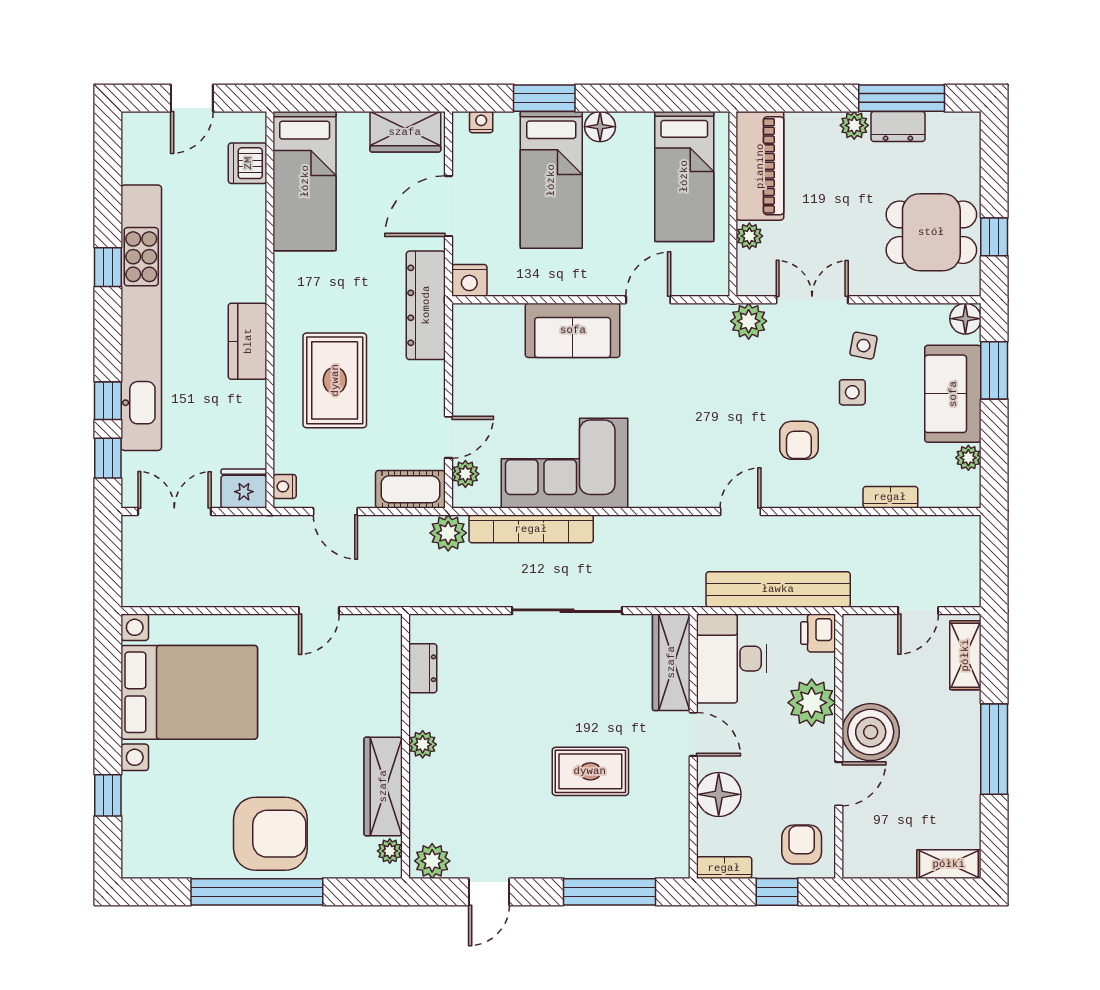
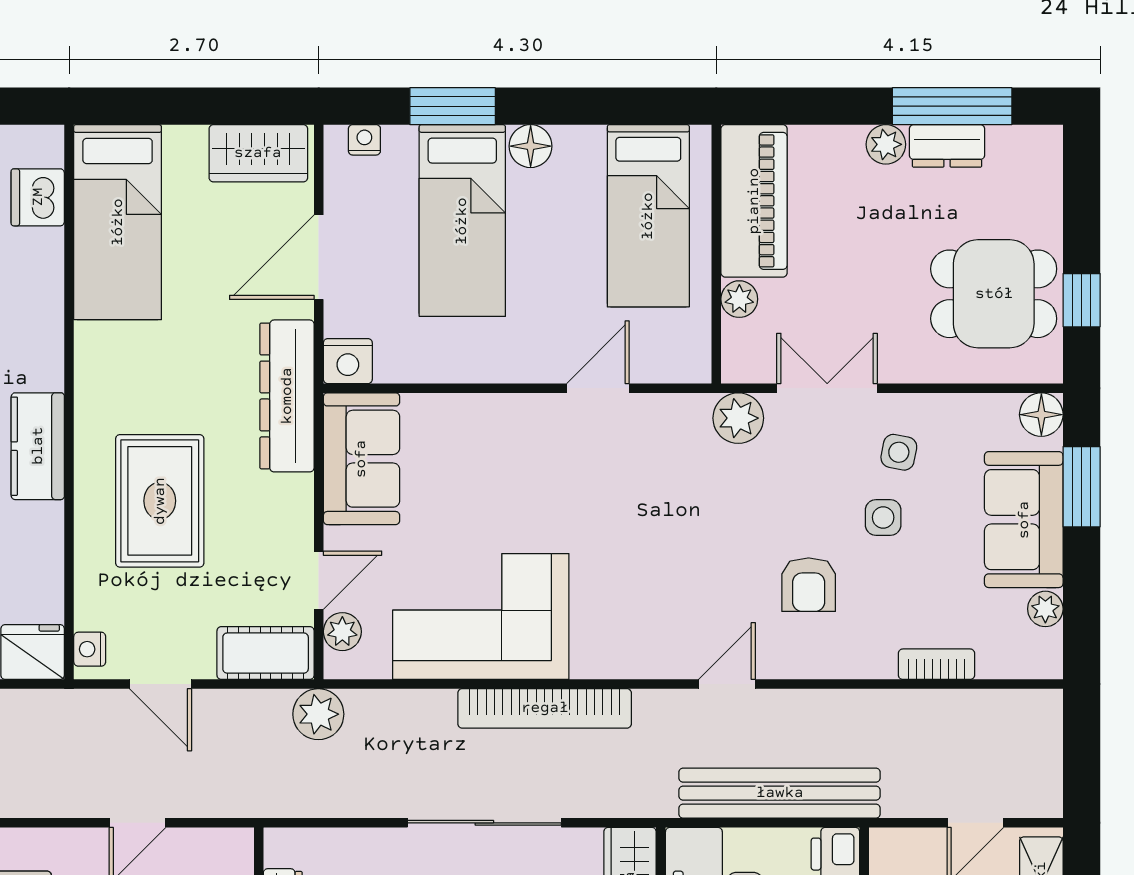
sofa: (573, 330) -> (361, 459), moved, turned -90
bookcase: (531, 529) -> (545, 708), moved

